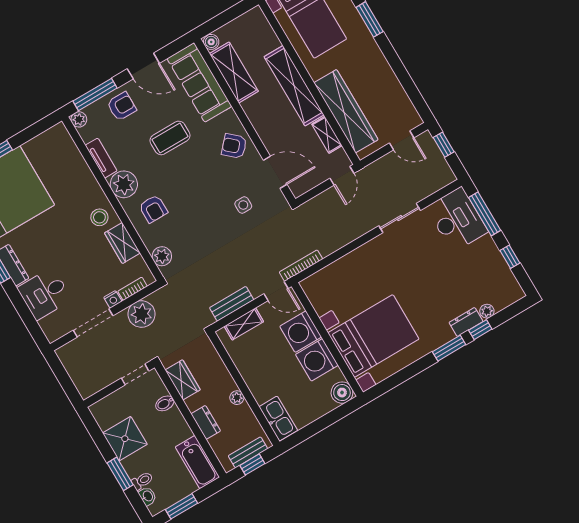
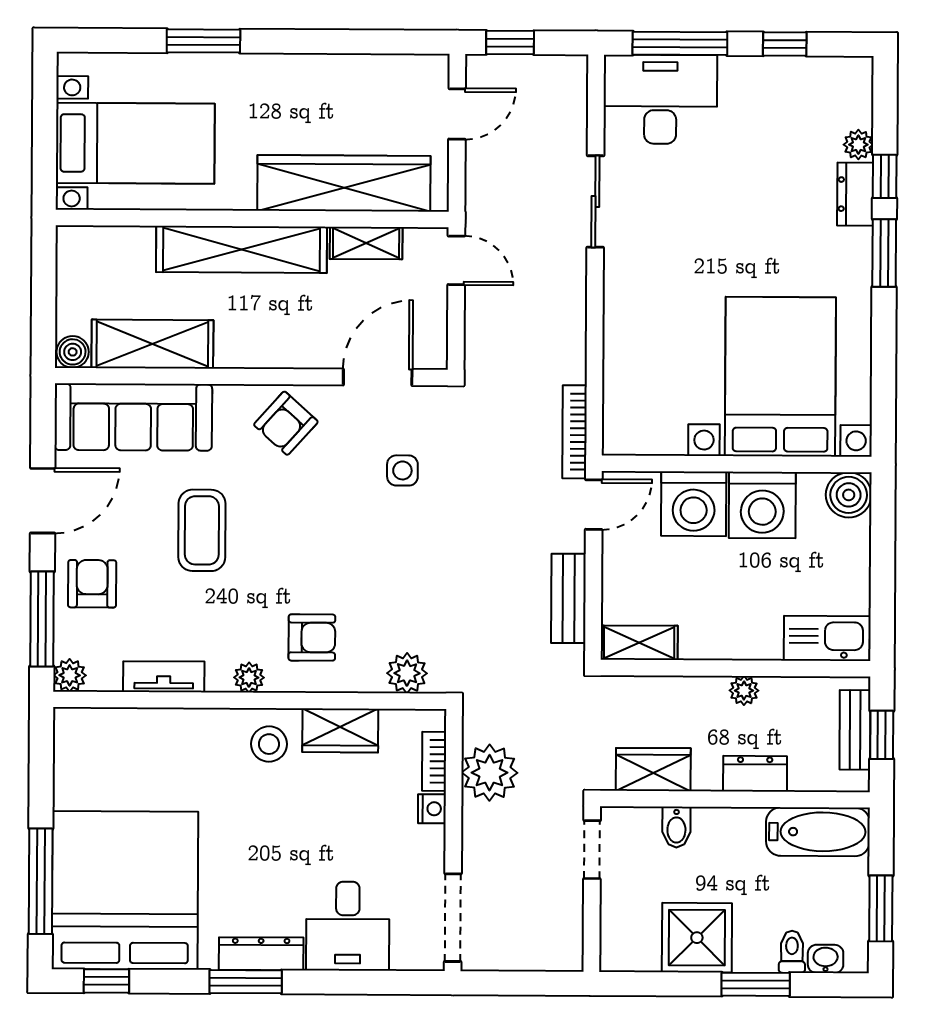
plant: (124, 184) -> (249, 677), width x0.53, depth x0.53
doorway: (93, 323) -> (453, 918), moved
shelving: (244, 324) -> (639, 643), moved, turned 90

